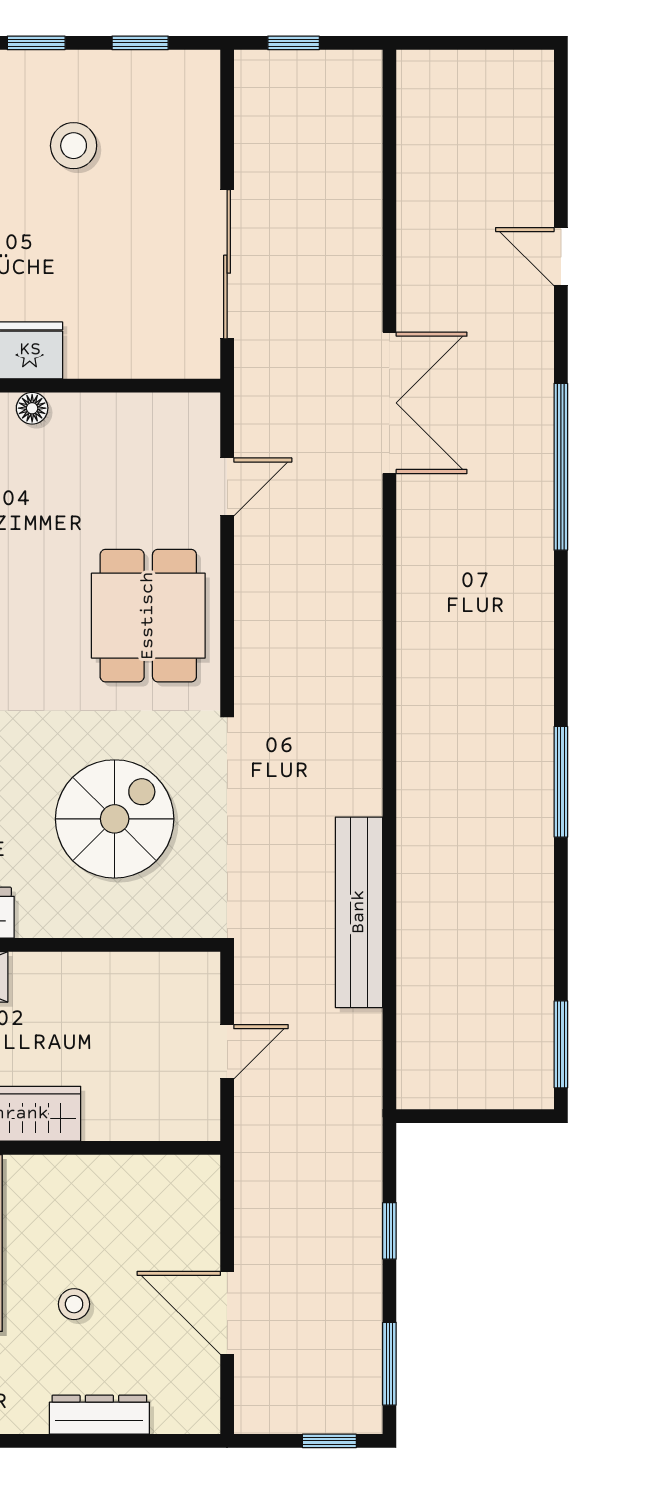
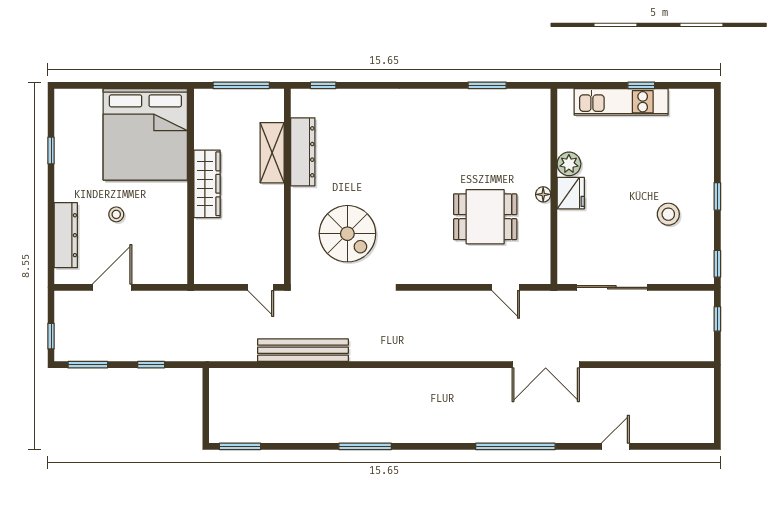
window: (140, 43) -> (717, 264), moved
dining table: (148, 616) -> (485, 217), moved
door: (227, 1052) -> (261, 287), moved
dresser: (99, 1415) -> (66, 235), width x1.37, depth x1.24

